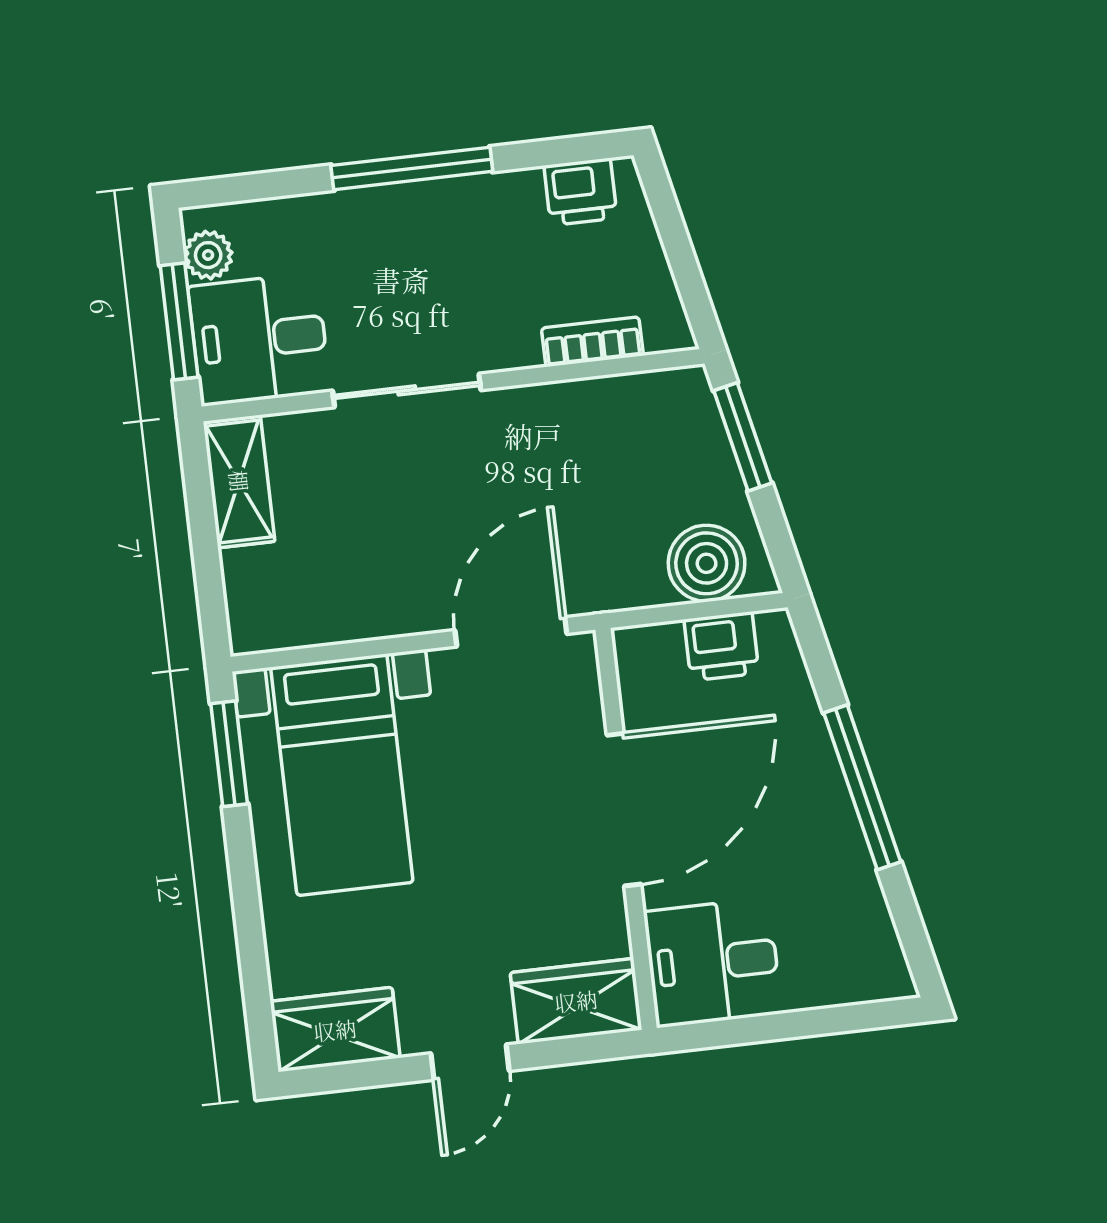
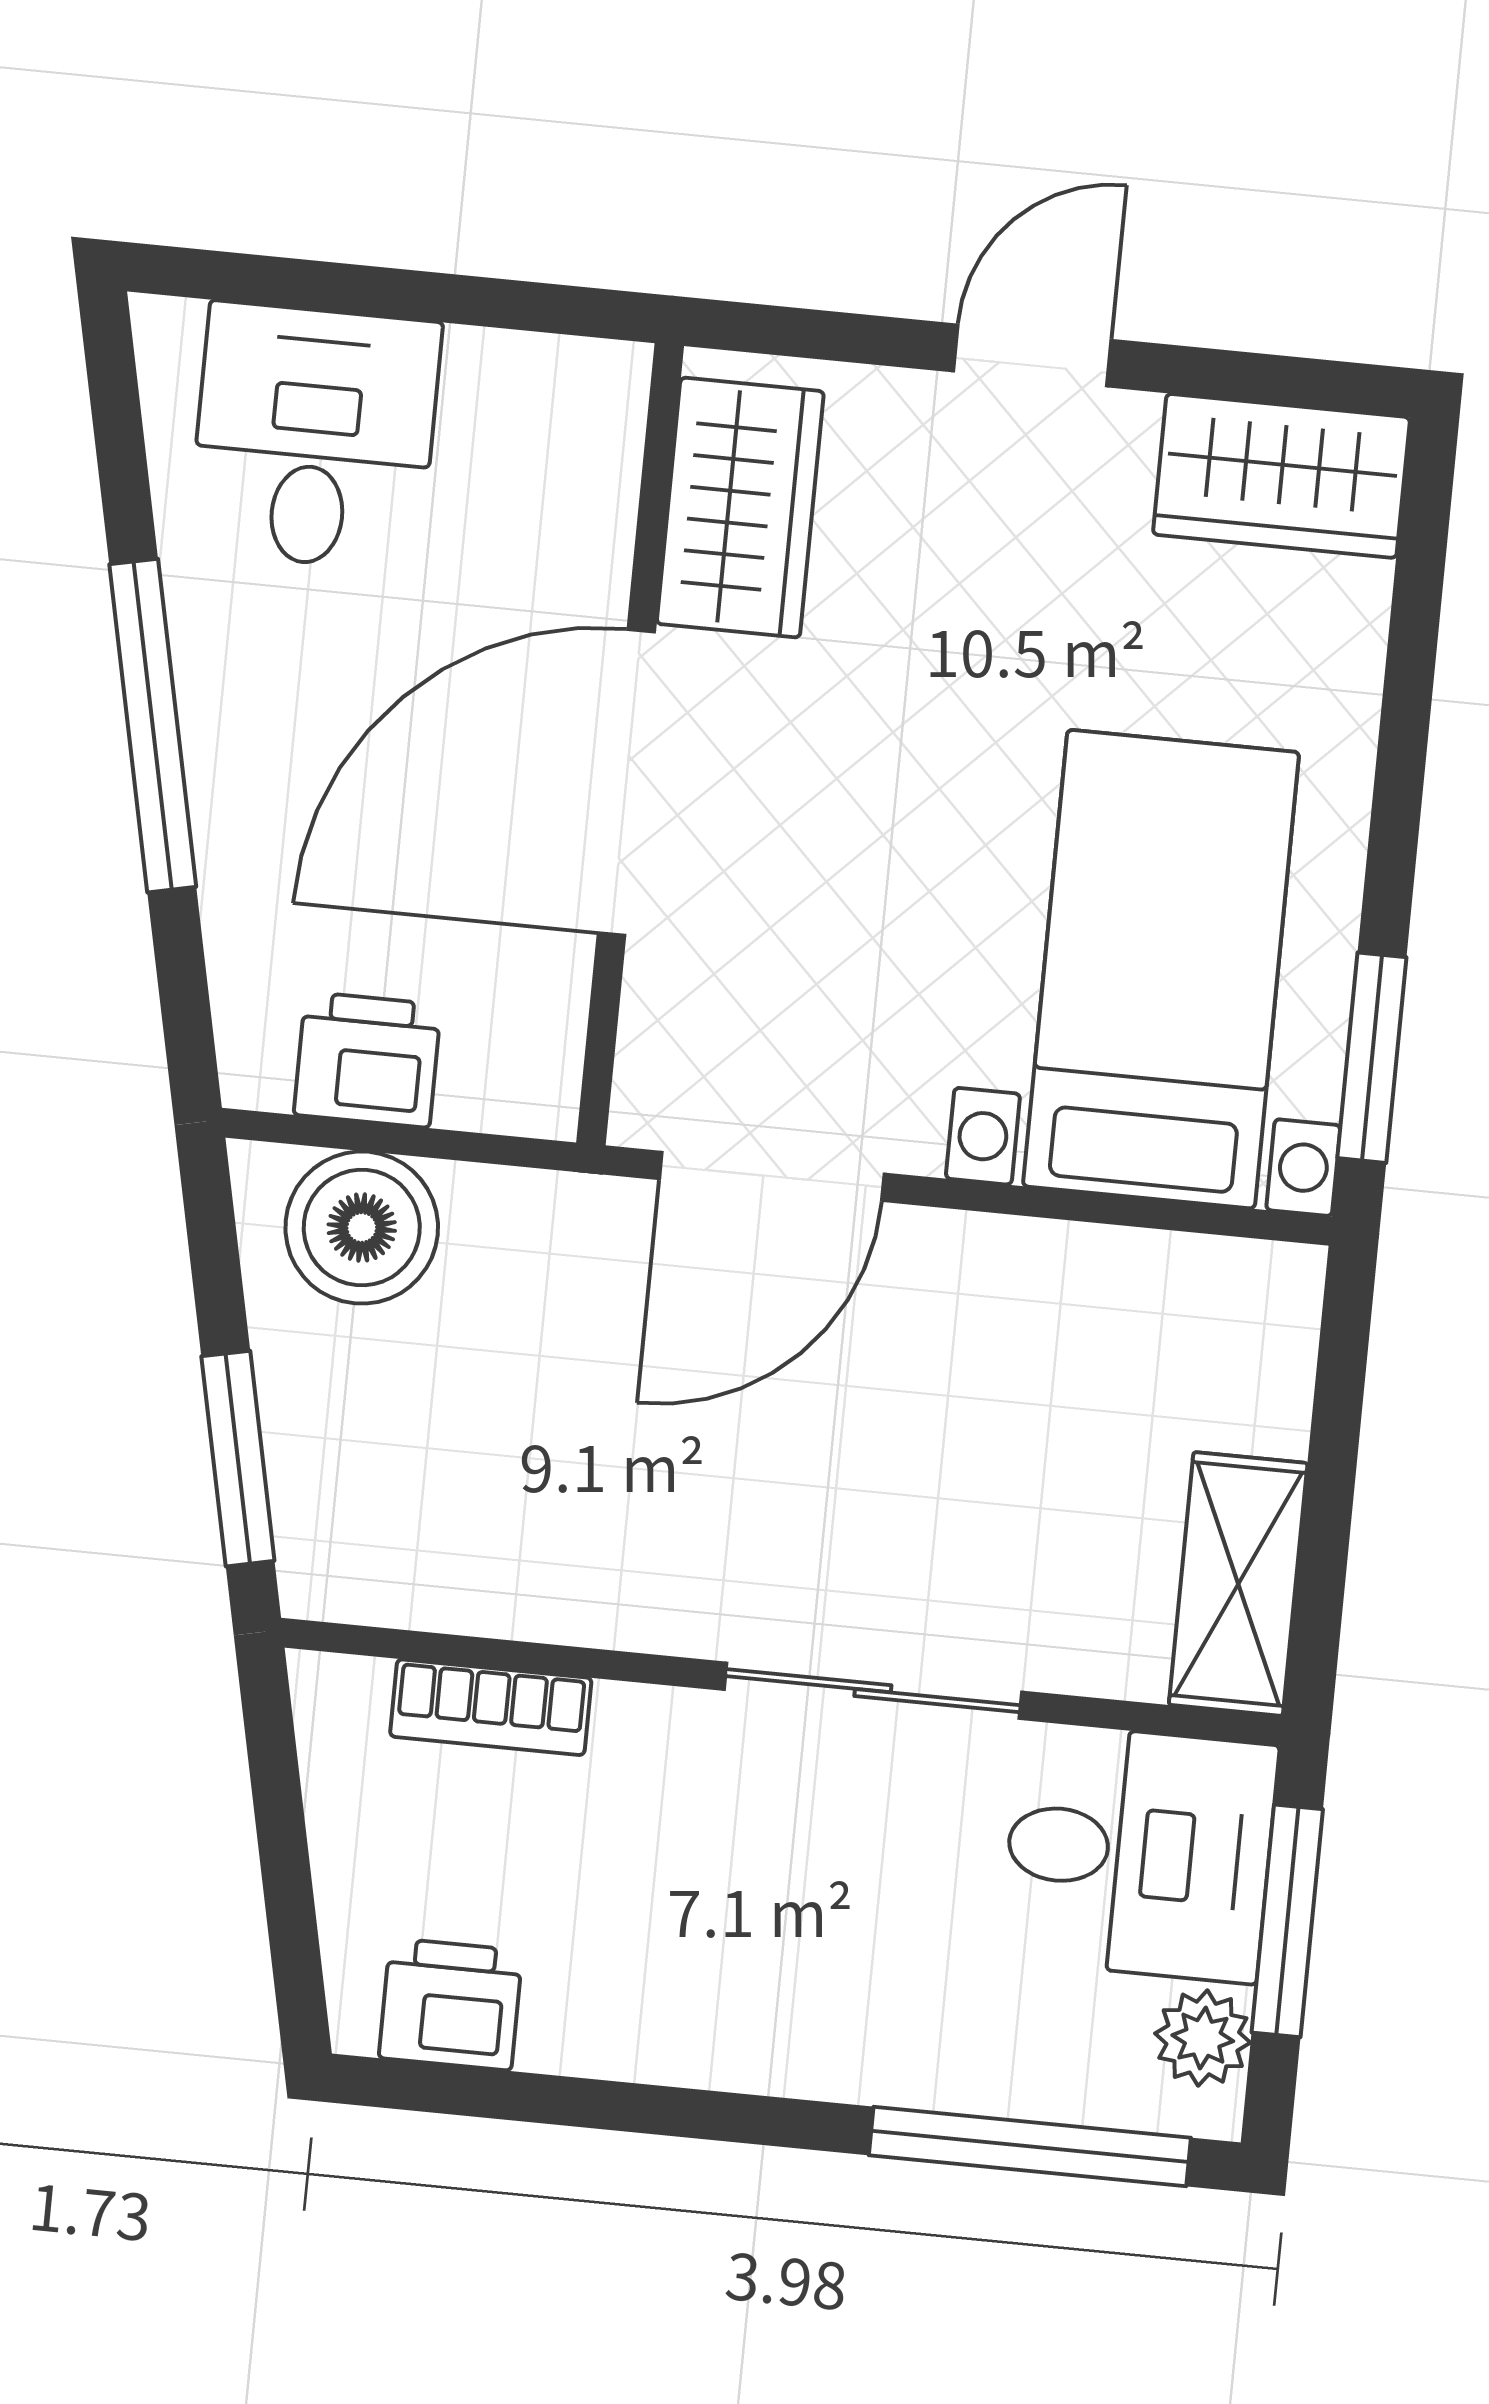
window: (412, 168) -> (1030, 2146), moved
desk: (713, 963) -> (315, 437), moved, turned -90
wardrobe: (576, 1001) -> (740, 508), moved, turned -90

